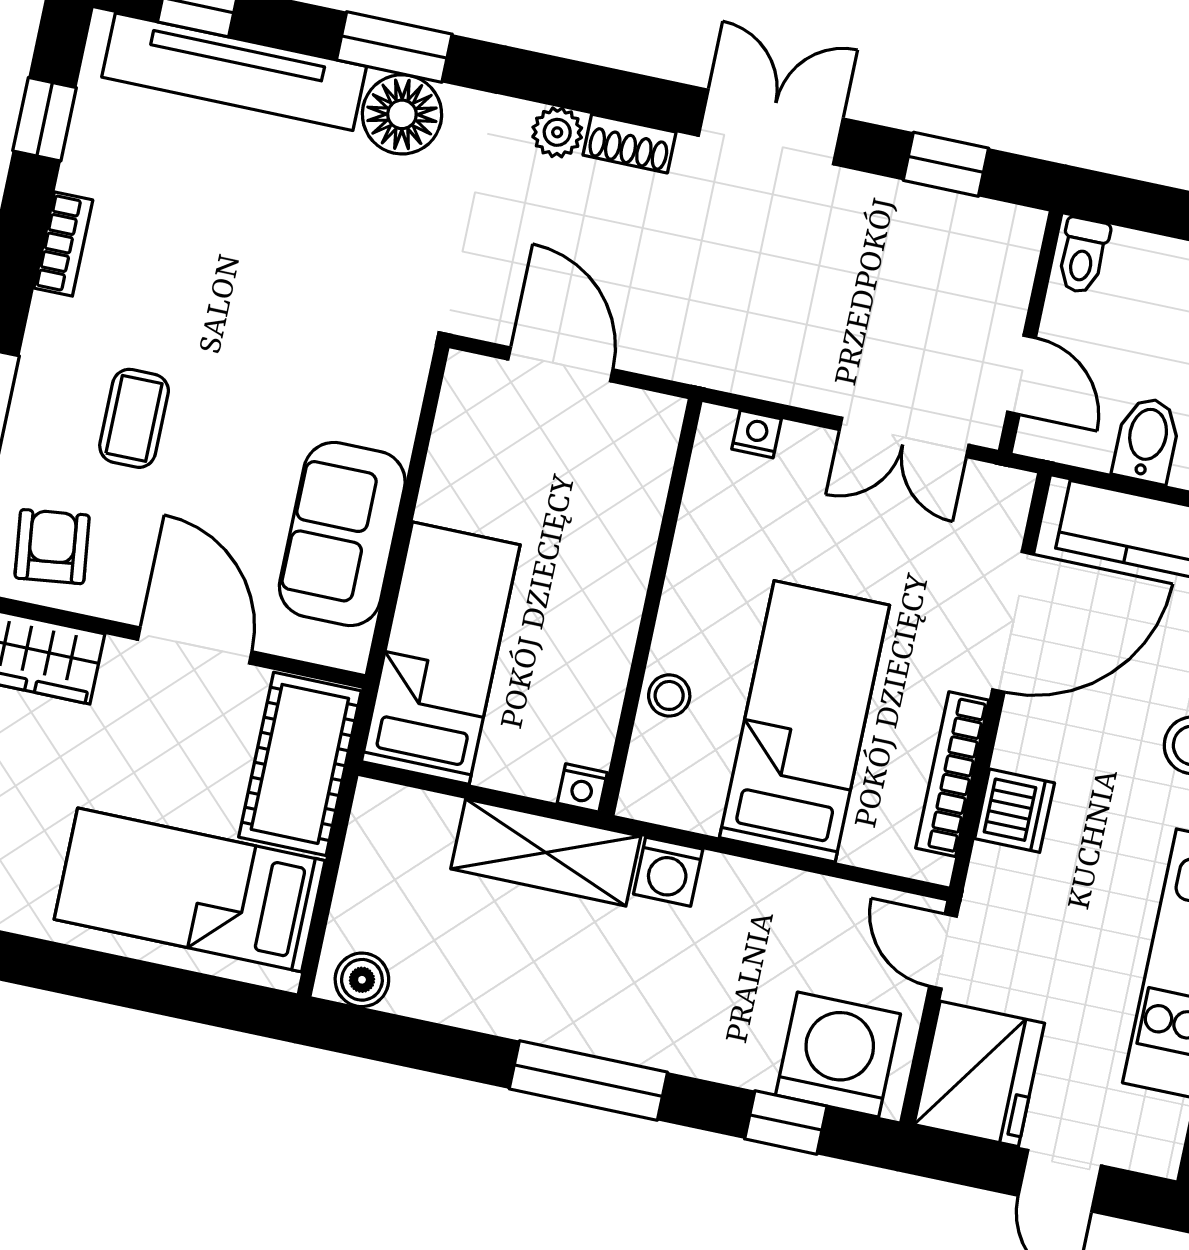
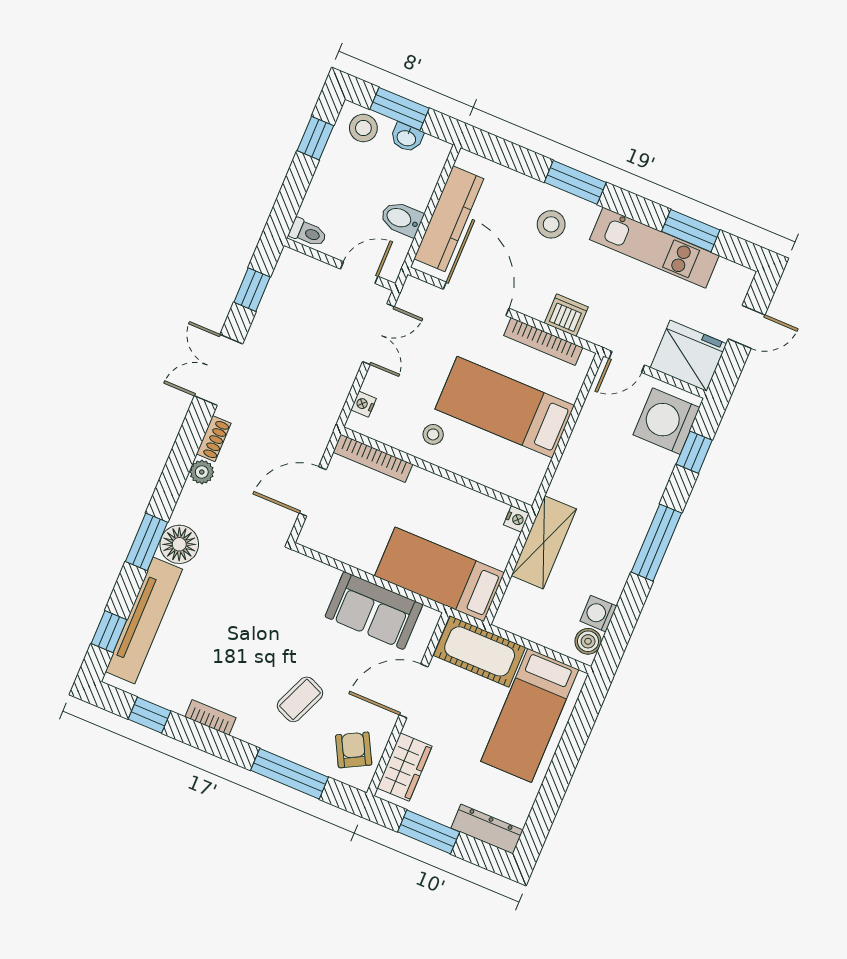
coffee table: (134, 418) -> (300, 699), turned -67
bookcase: (651, 474) -> (373, 458), added
armchair: (52, 547) -> (354, 750), turned 69
stool: (669, 695) -> (433, 434), moved
washing machine: (668, 872) -> (598, 614), moved, turned 180

